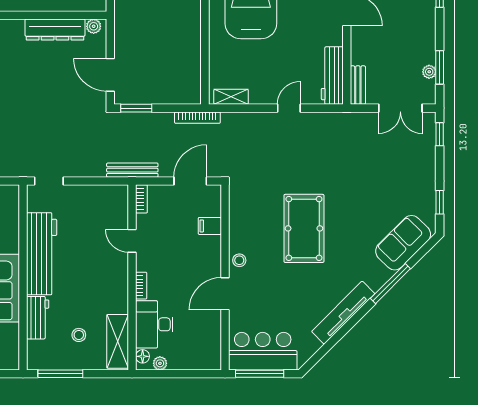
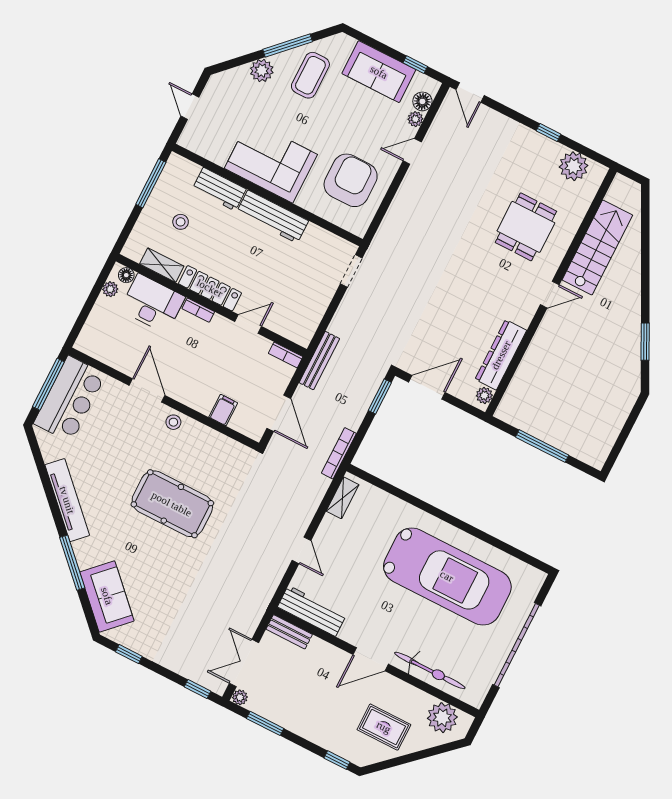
plant: (429, 72) -> (240, 697), moved
workbench: (42, 254) -> (272, 217), width x0.73, depth x0.76
locker: (119, 285) -> (210, 288), added
shelving: (118, 341) -> (162, 265), width x0.67, depth x0.75

